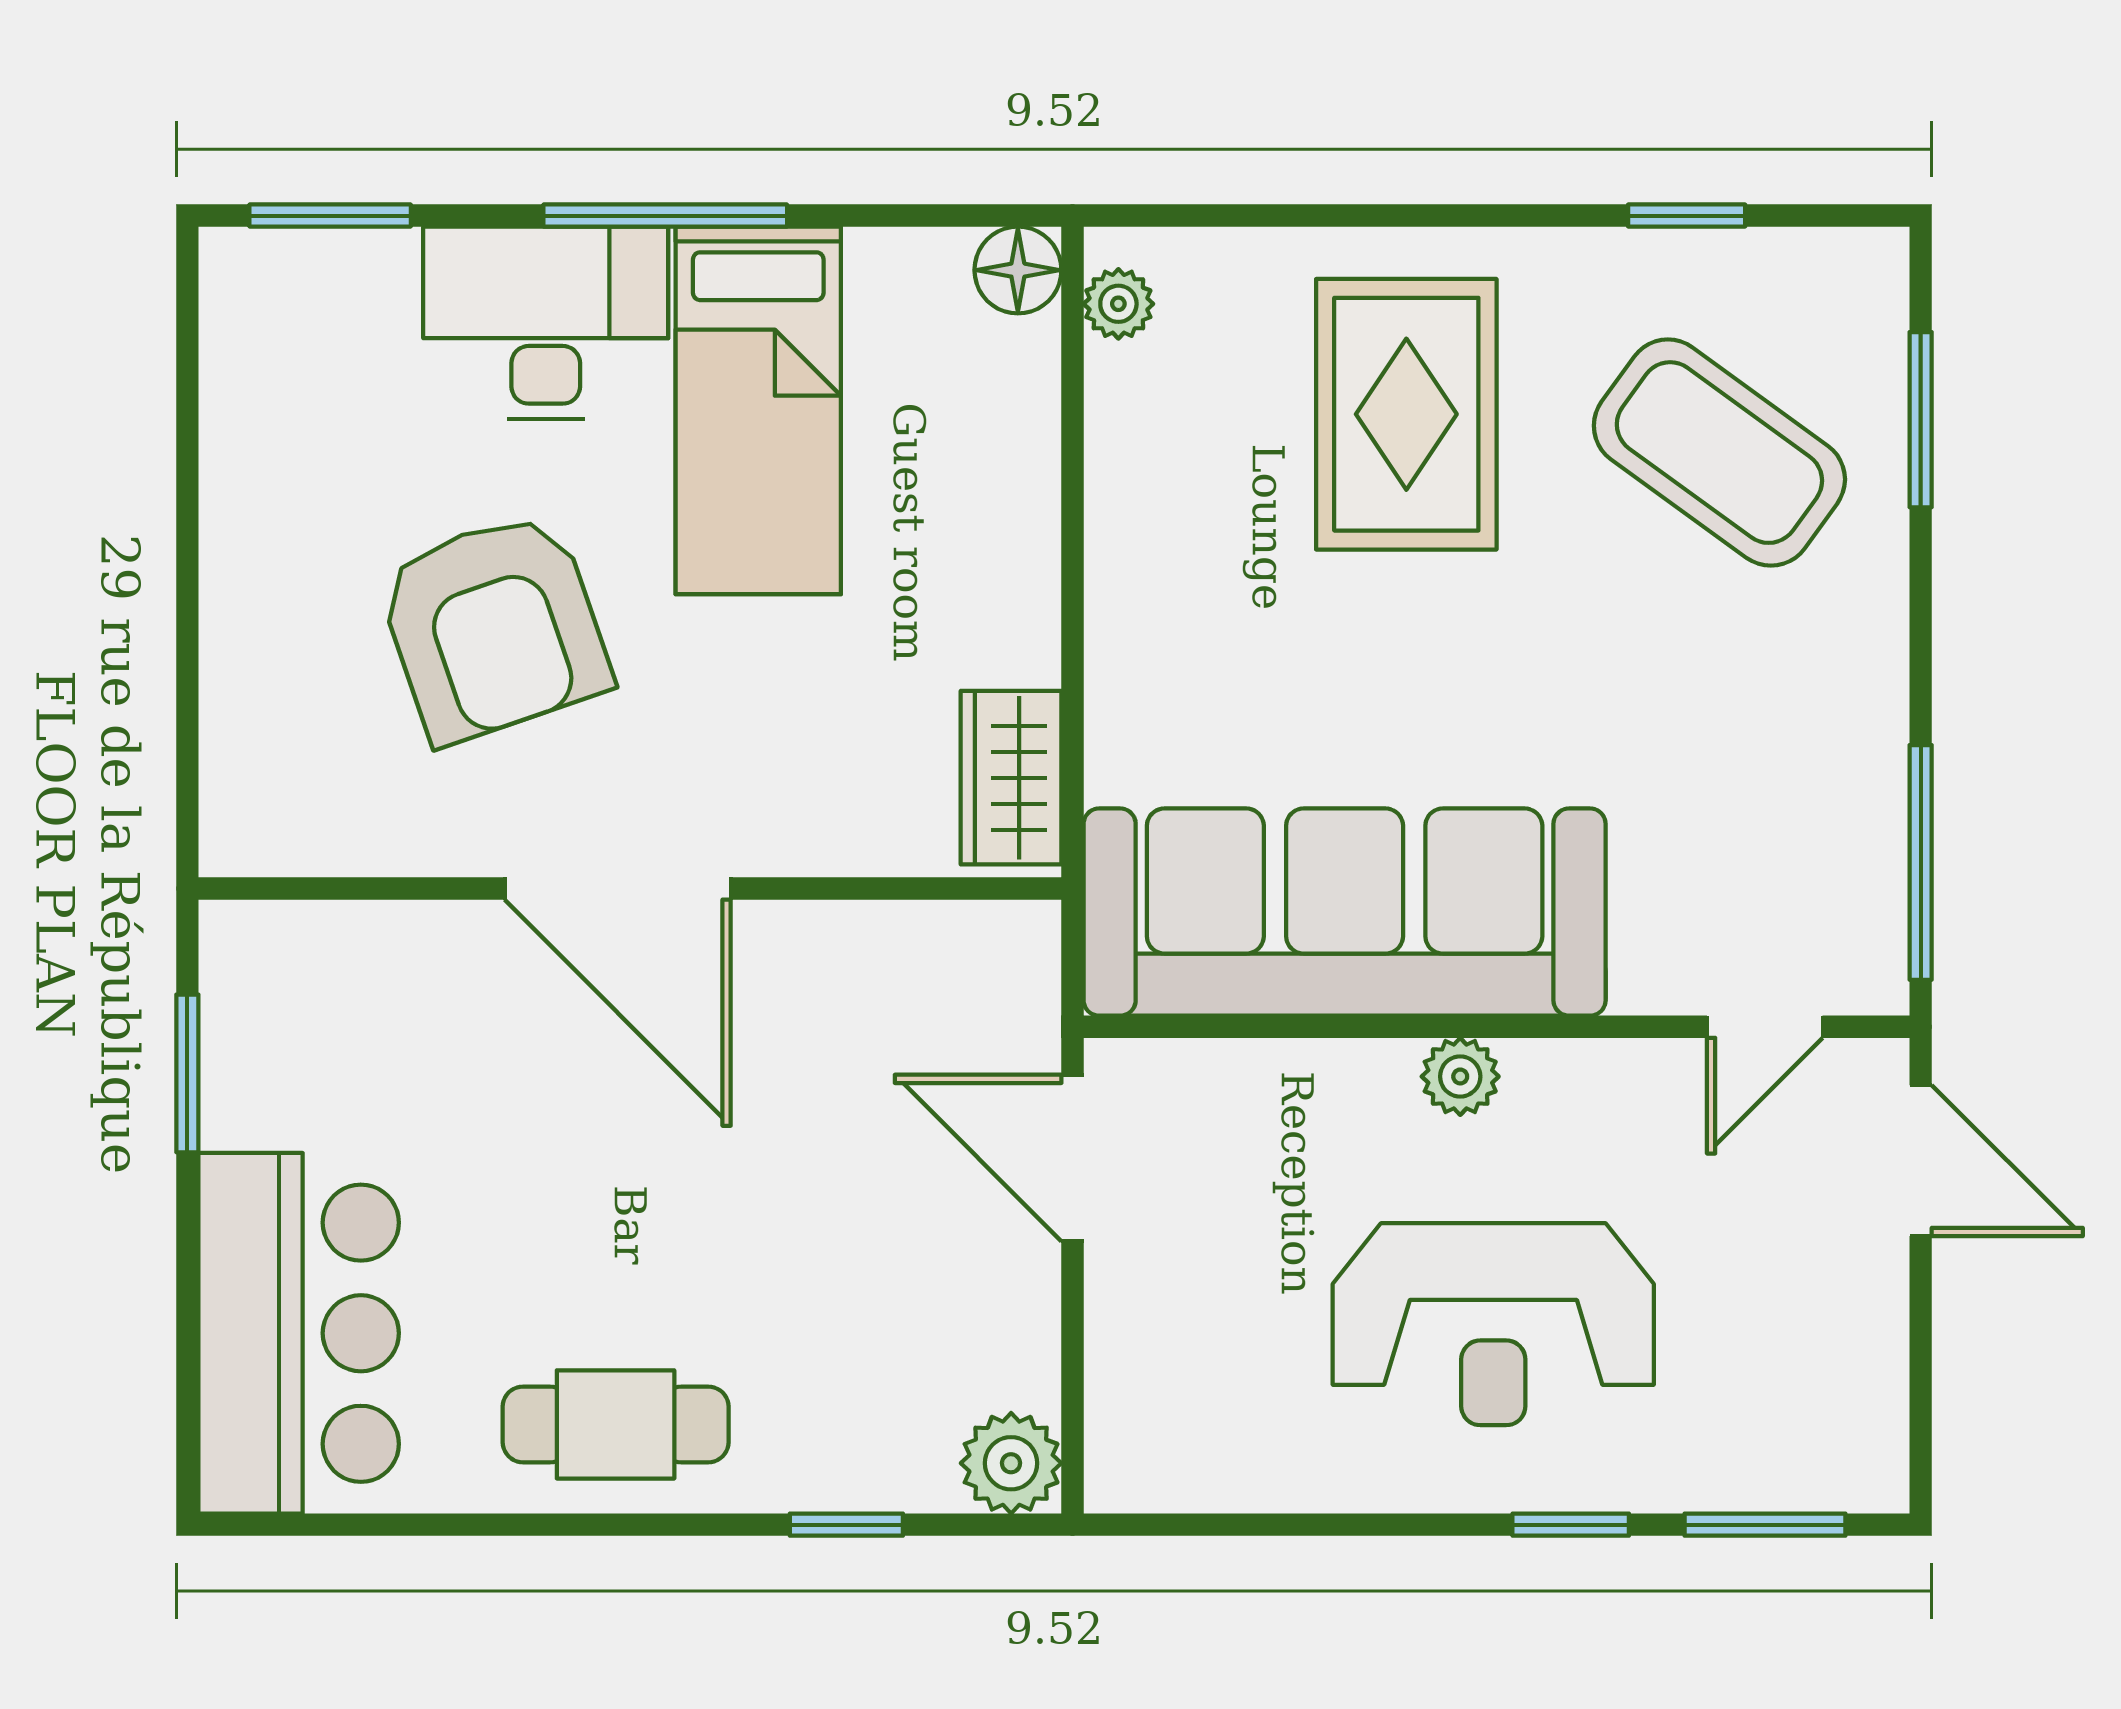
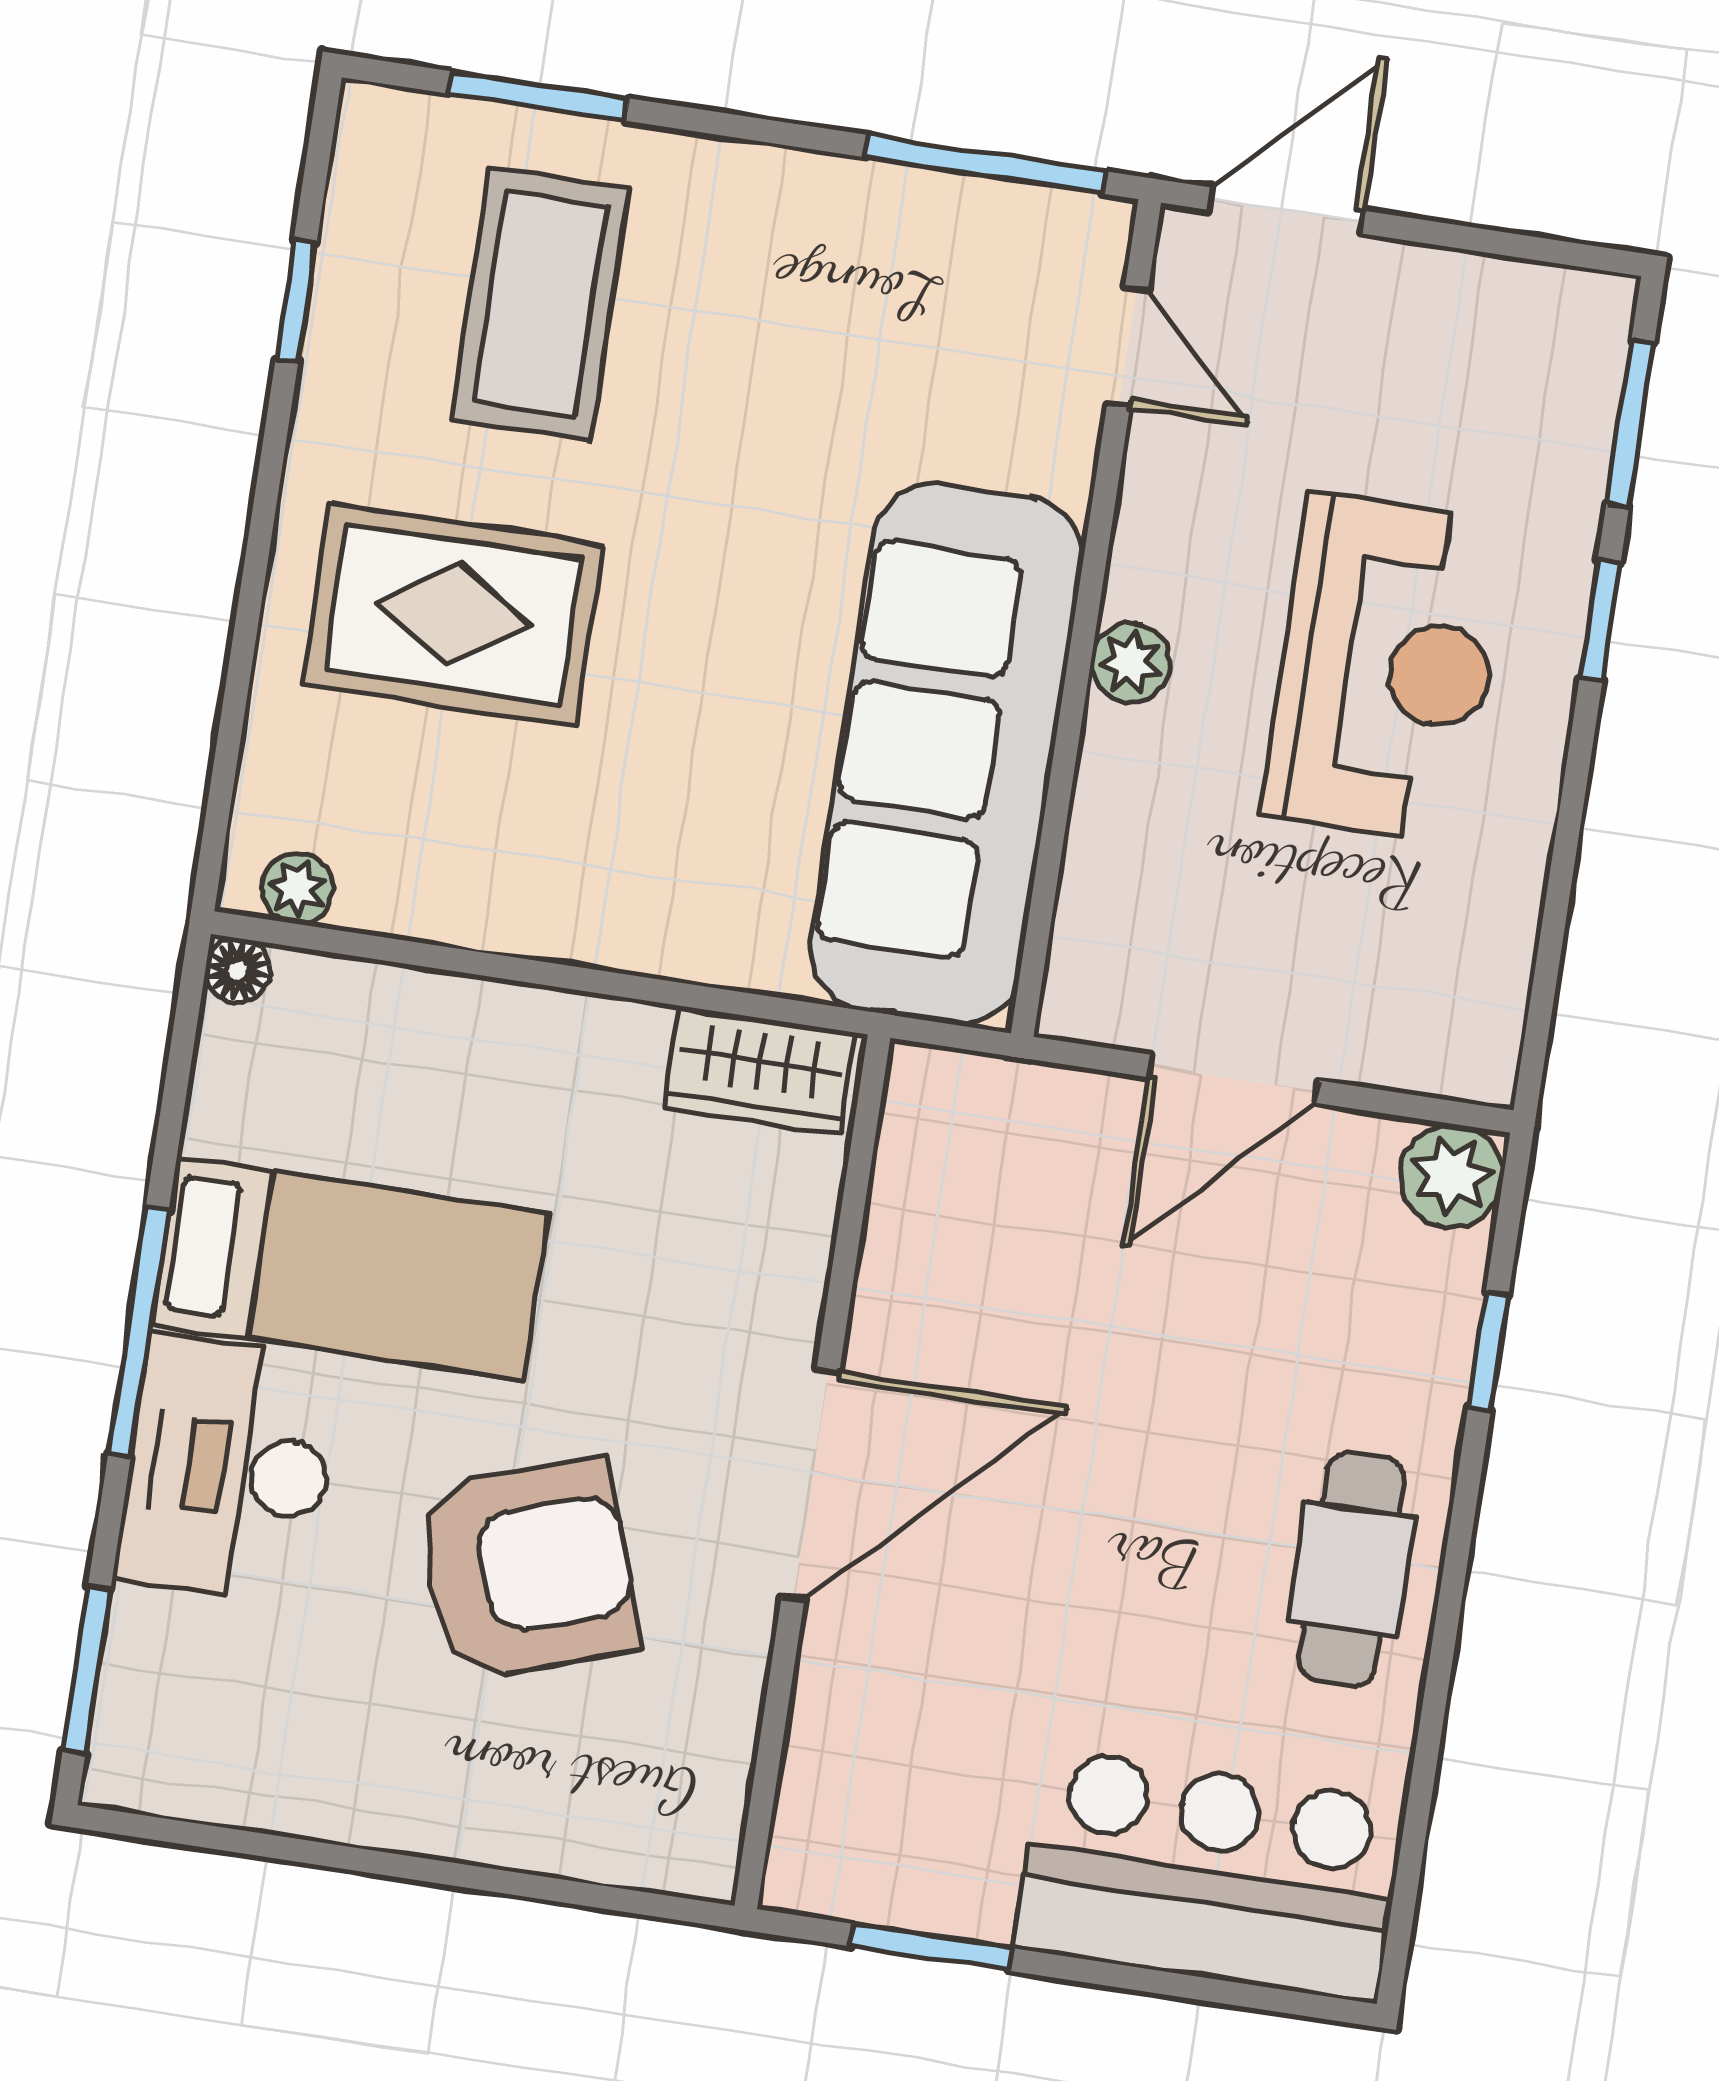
floor lamp: (1018, 270) -> (238, 971), width x0.73, depth x0.73
coffee table: (1719, 453) -> (540, 304), turned -36
door: (1072, 1158) -> (1234, 1079), moved

